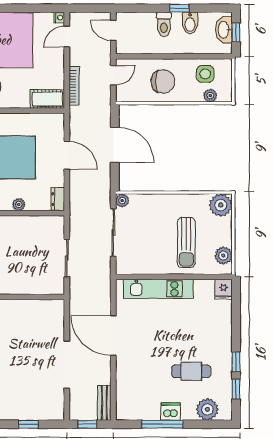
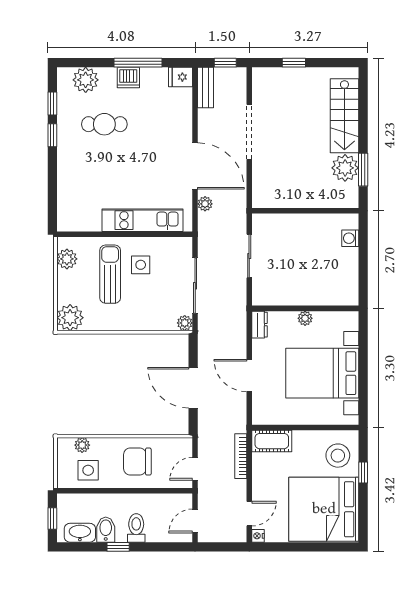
door: (113, 30) -> (195, 521), swing flipped
washbasin: (224, 30) -> (80, 533), moved, turned -90
side table: (160, 250) -> (141, 265), added
fridge: (224, 289) -> (180, 77), moved, turned -90
plant: (105, 303) -> (205, 204), added

